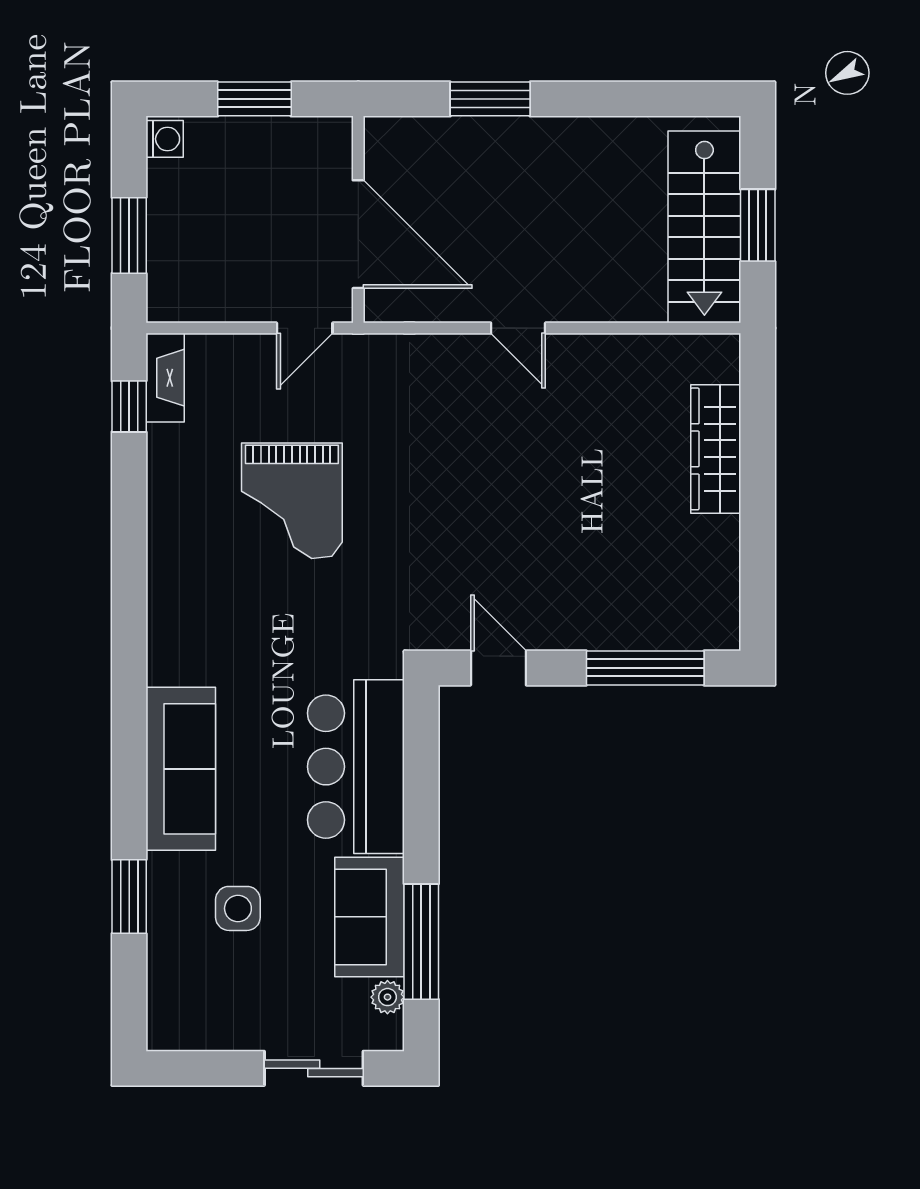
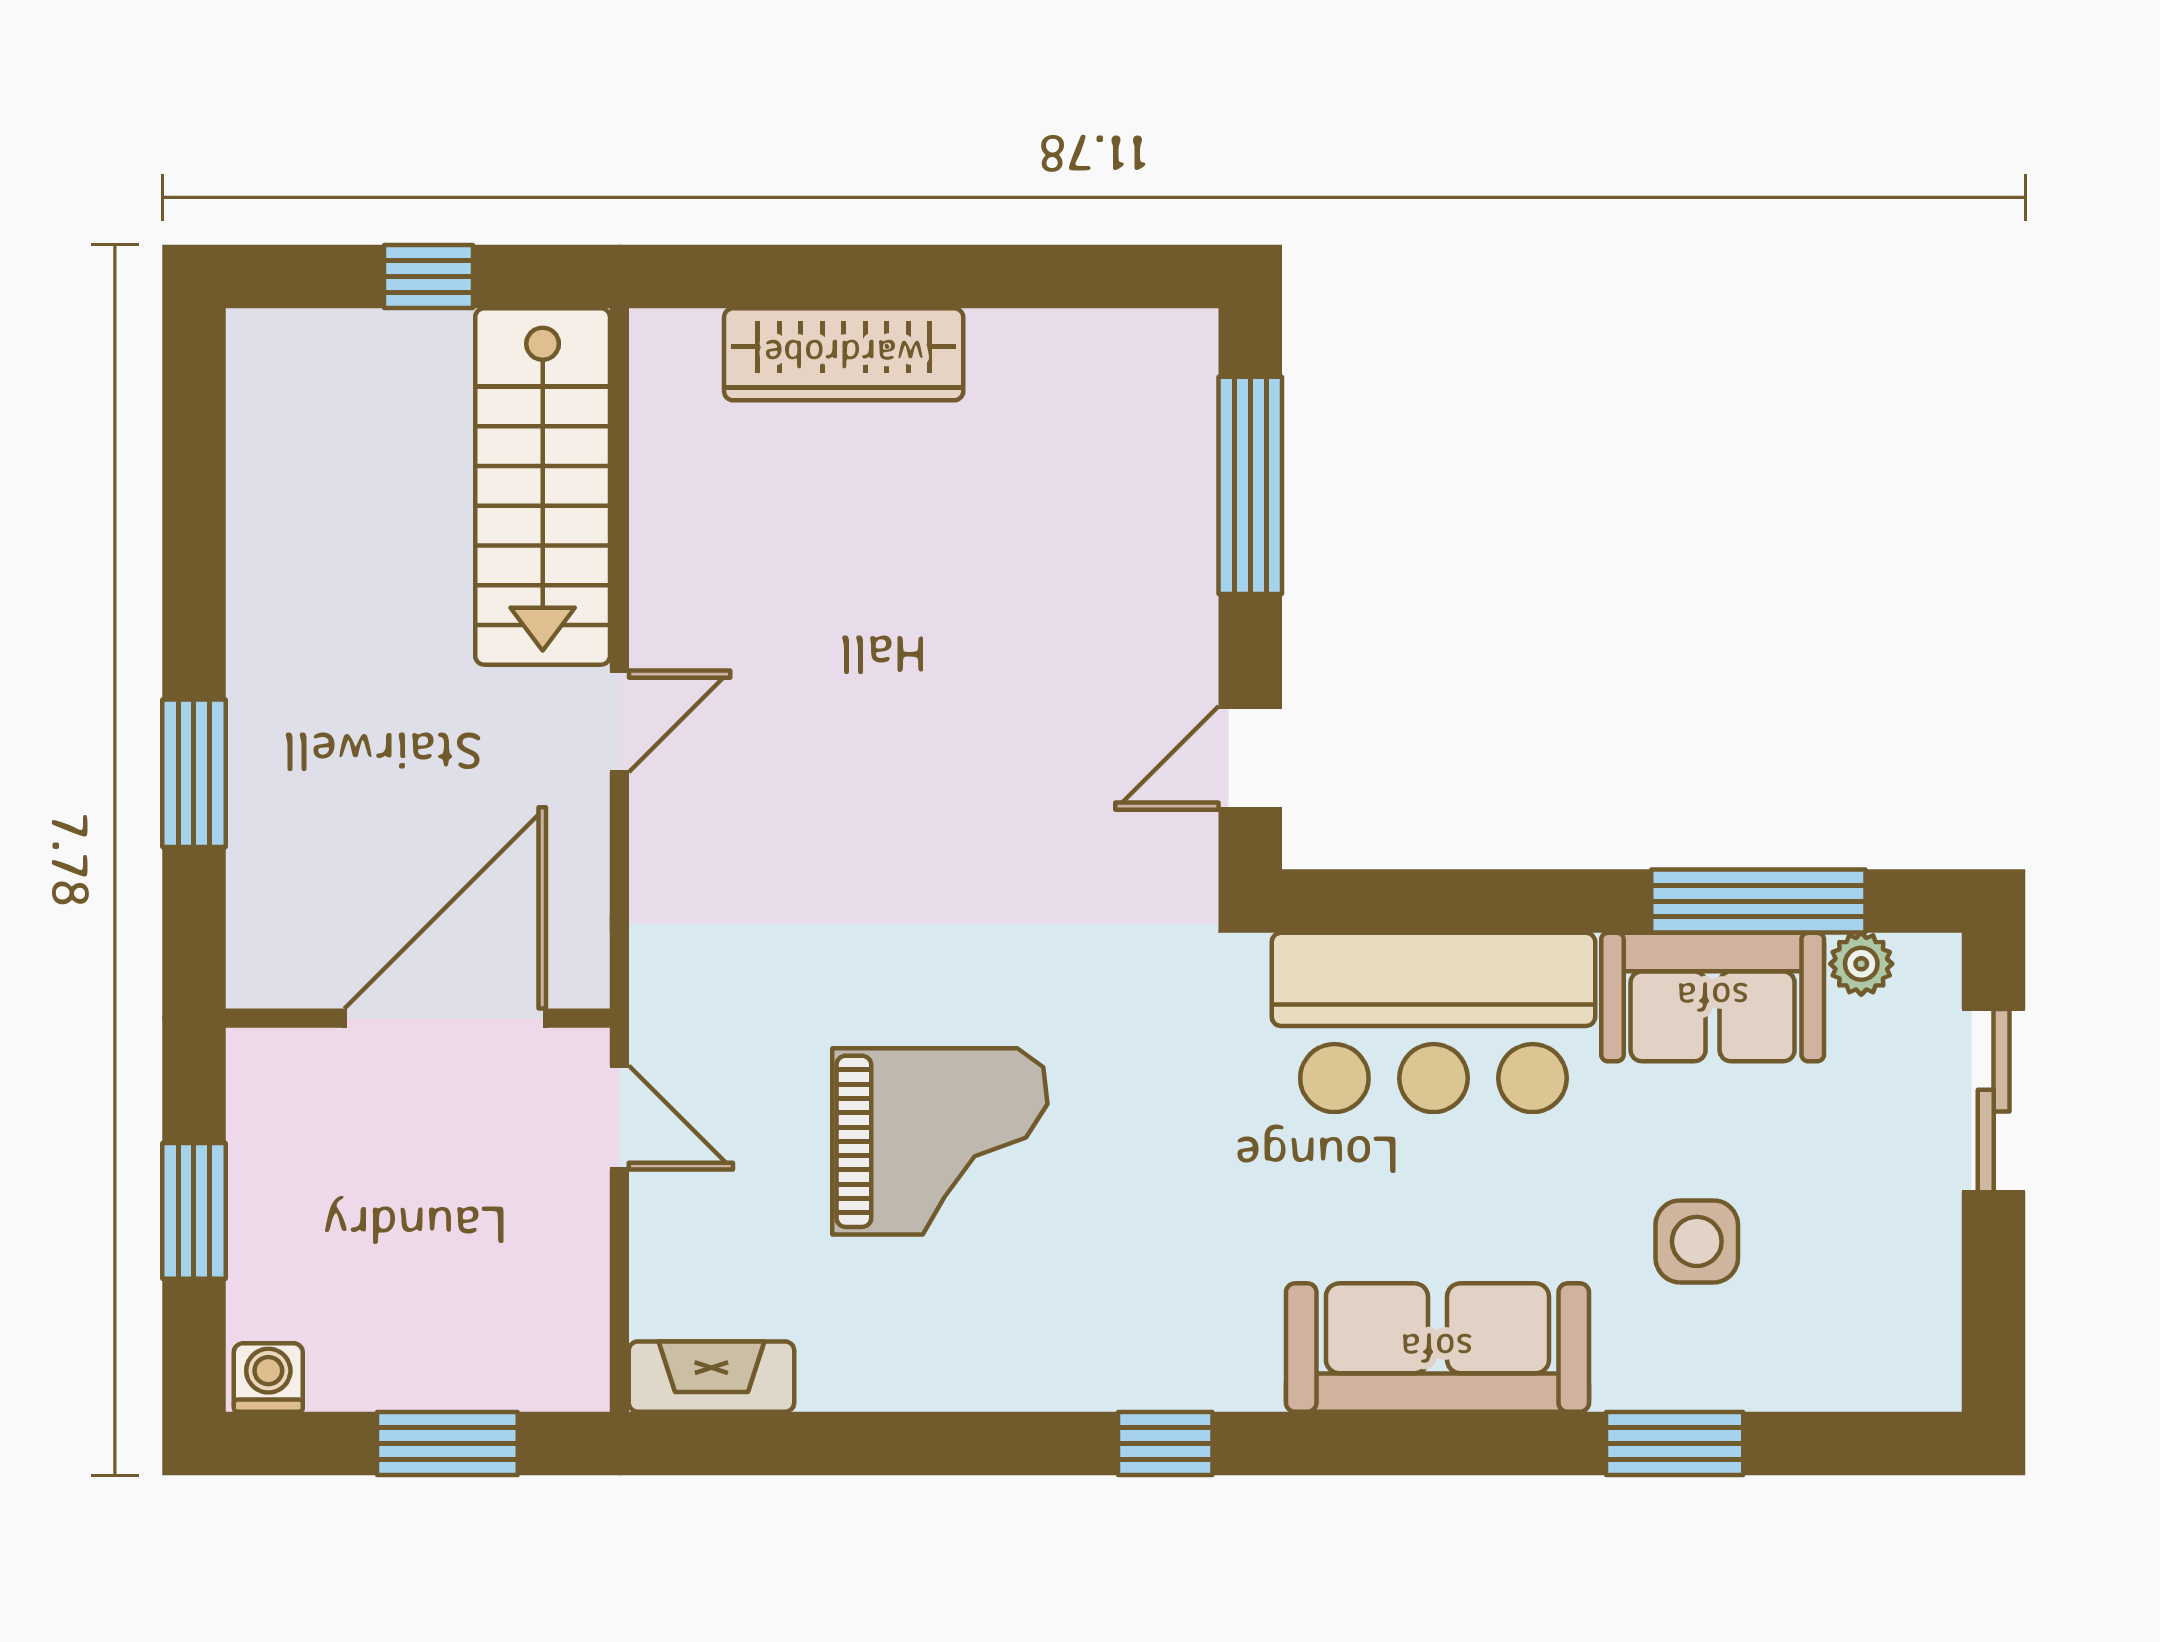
window: (758, 225) -> (429, 276), width x0.67
stairs: (704, 227) -> (543, 486), moved, turned 90
window: (129, 406) -> (1165, 1443), moved

